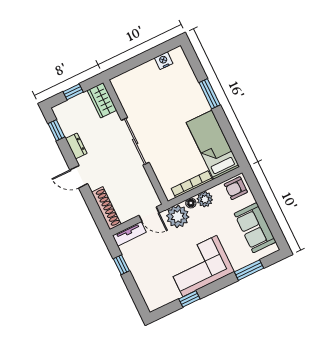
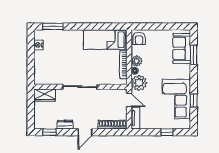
window: (73, 92) -> (31, 110), removed
window: (210, 94) -> (53, 26), moved
door: (149, 214) -> (129, 100), hinge flipped
sofa: (255, 228) -> (182, 48), moved, turned 90
window: (121, 265) -> (167, 132), moved
corner sofa: (200, 266) -> (176, 99), moved

